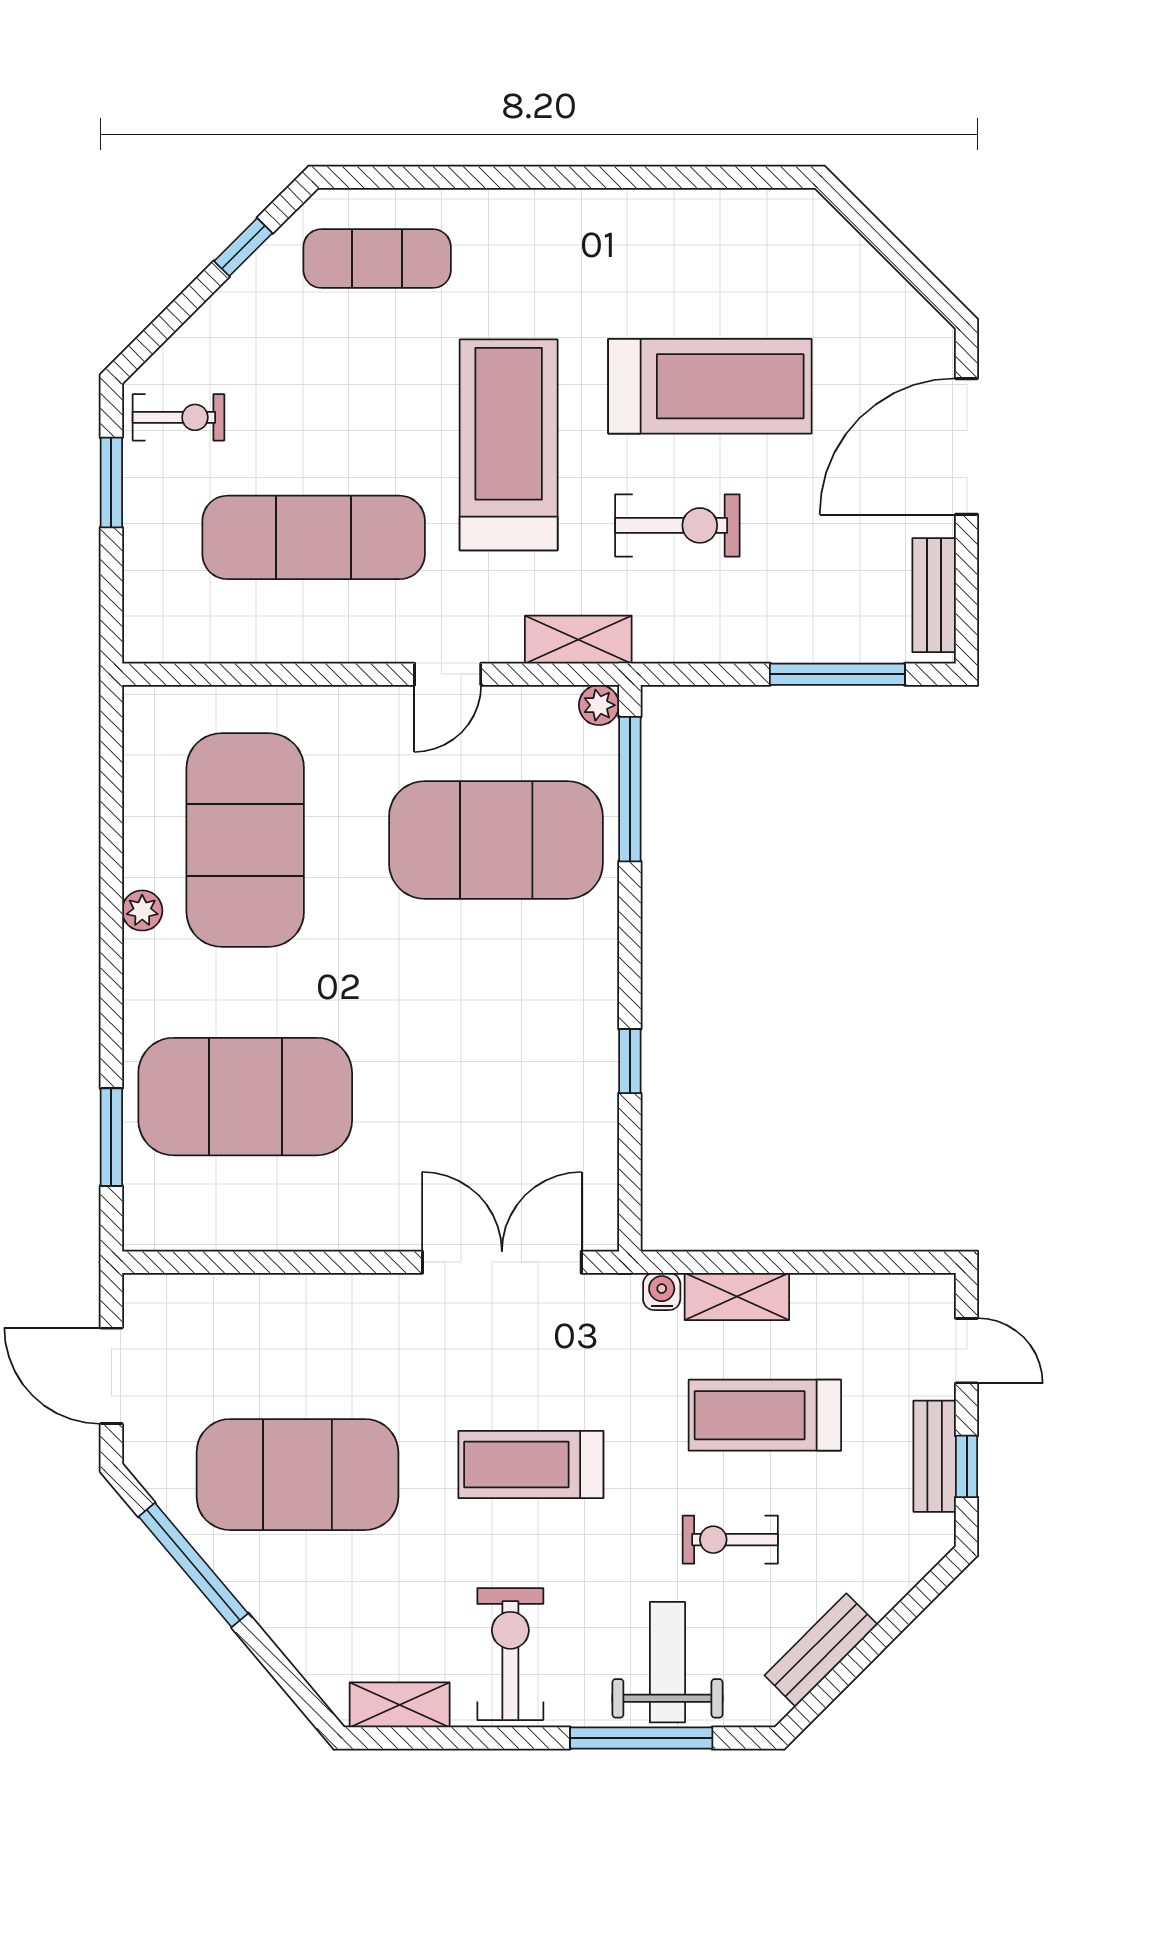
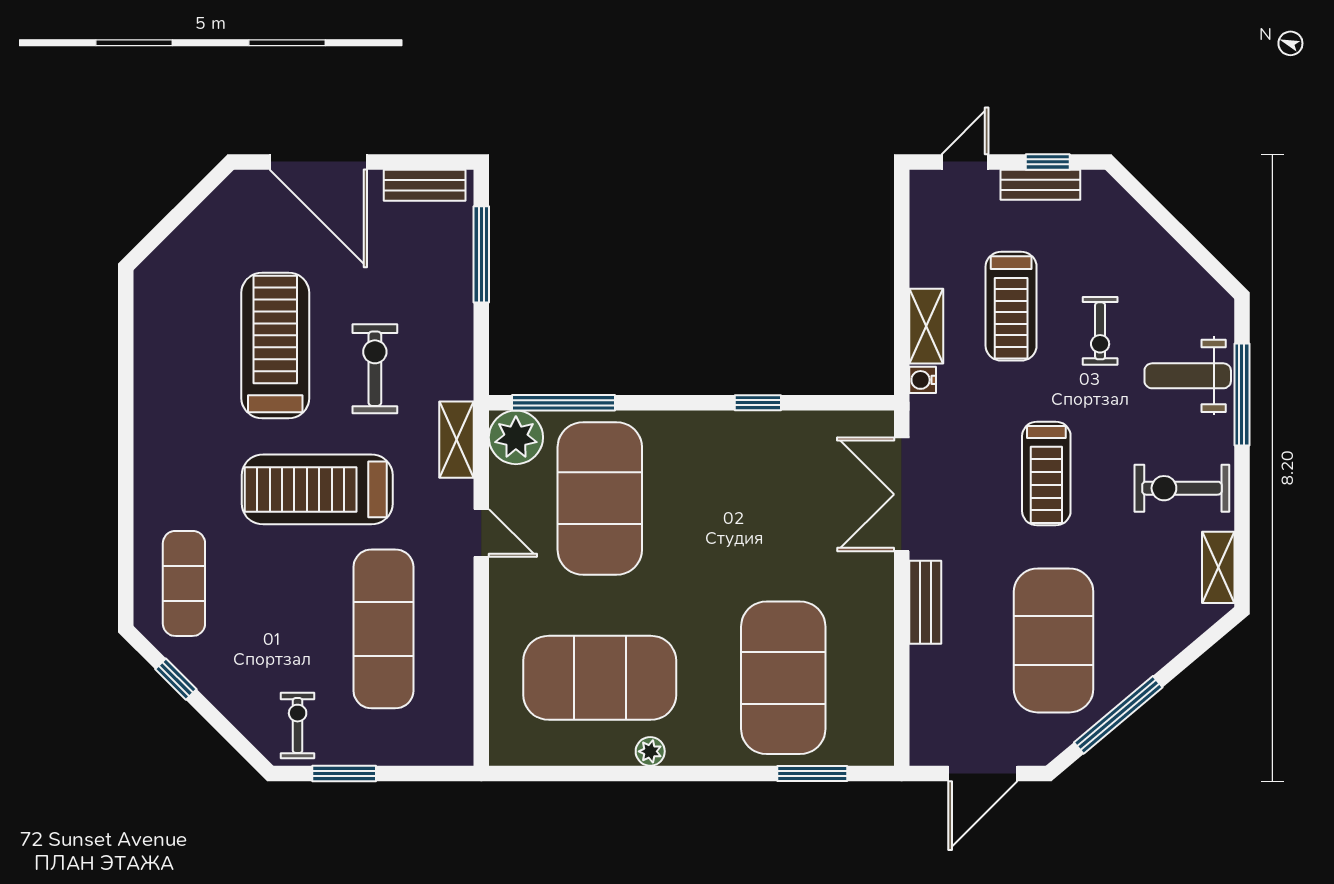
plant: (599, 705) -> (516, 437), width x1.87, depth x1.87
bench: (821, 1650) -> (925, 602), moved, turned 45

